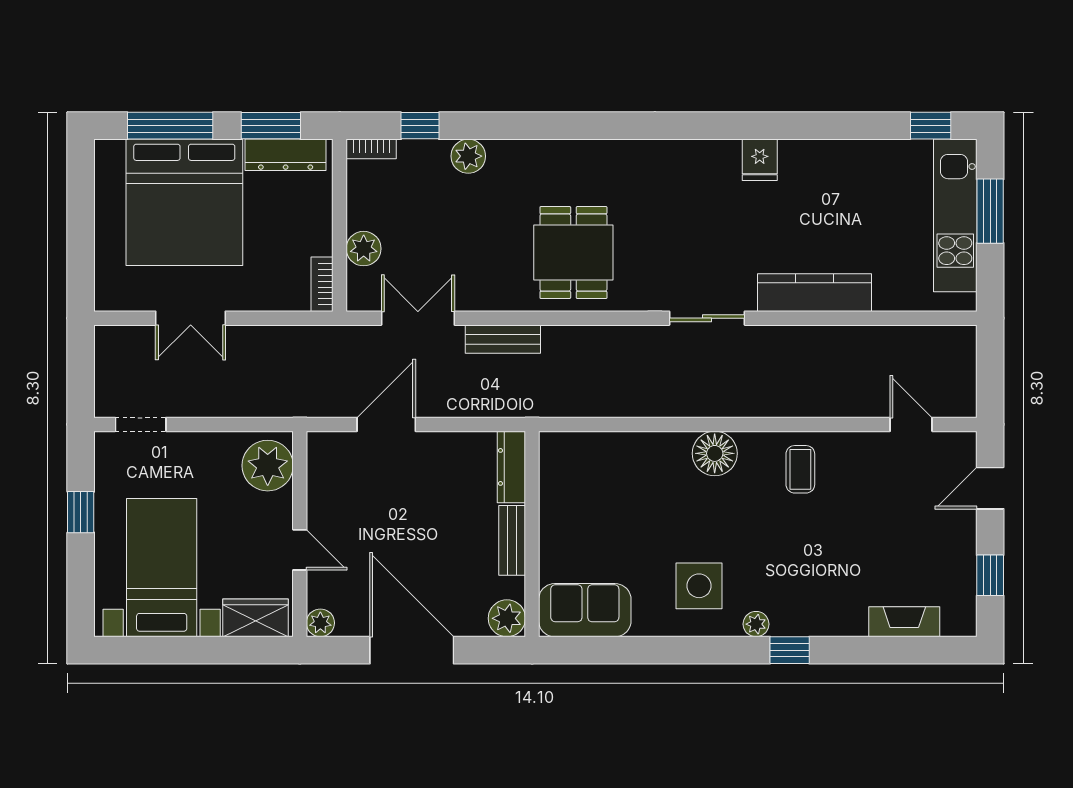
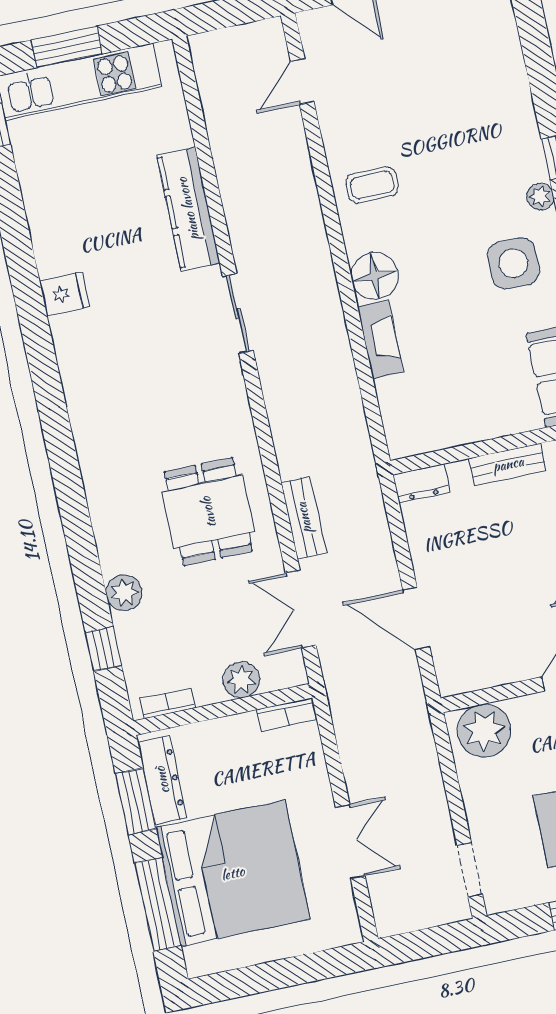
bookcase: (371, 149) -> (167, 703), moved, turned -90
dining table: (573, 253) -> (208, 512), moved, turned 90
dresser: (511, 467) -> (421, 483), width x0.70
fireplace: (904, 622) -> (380, 339), moved, turned 180

